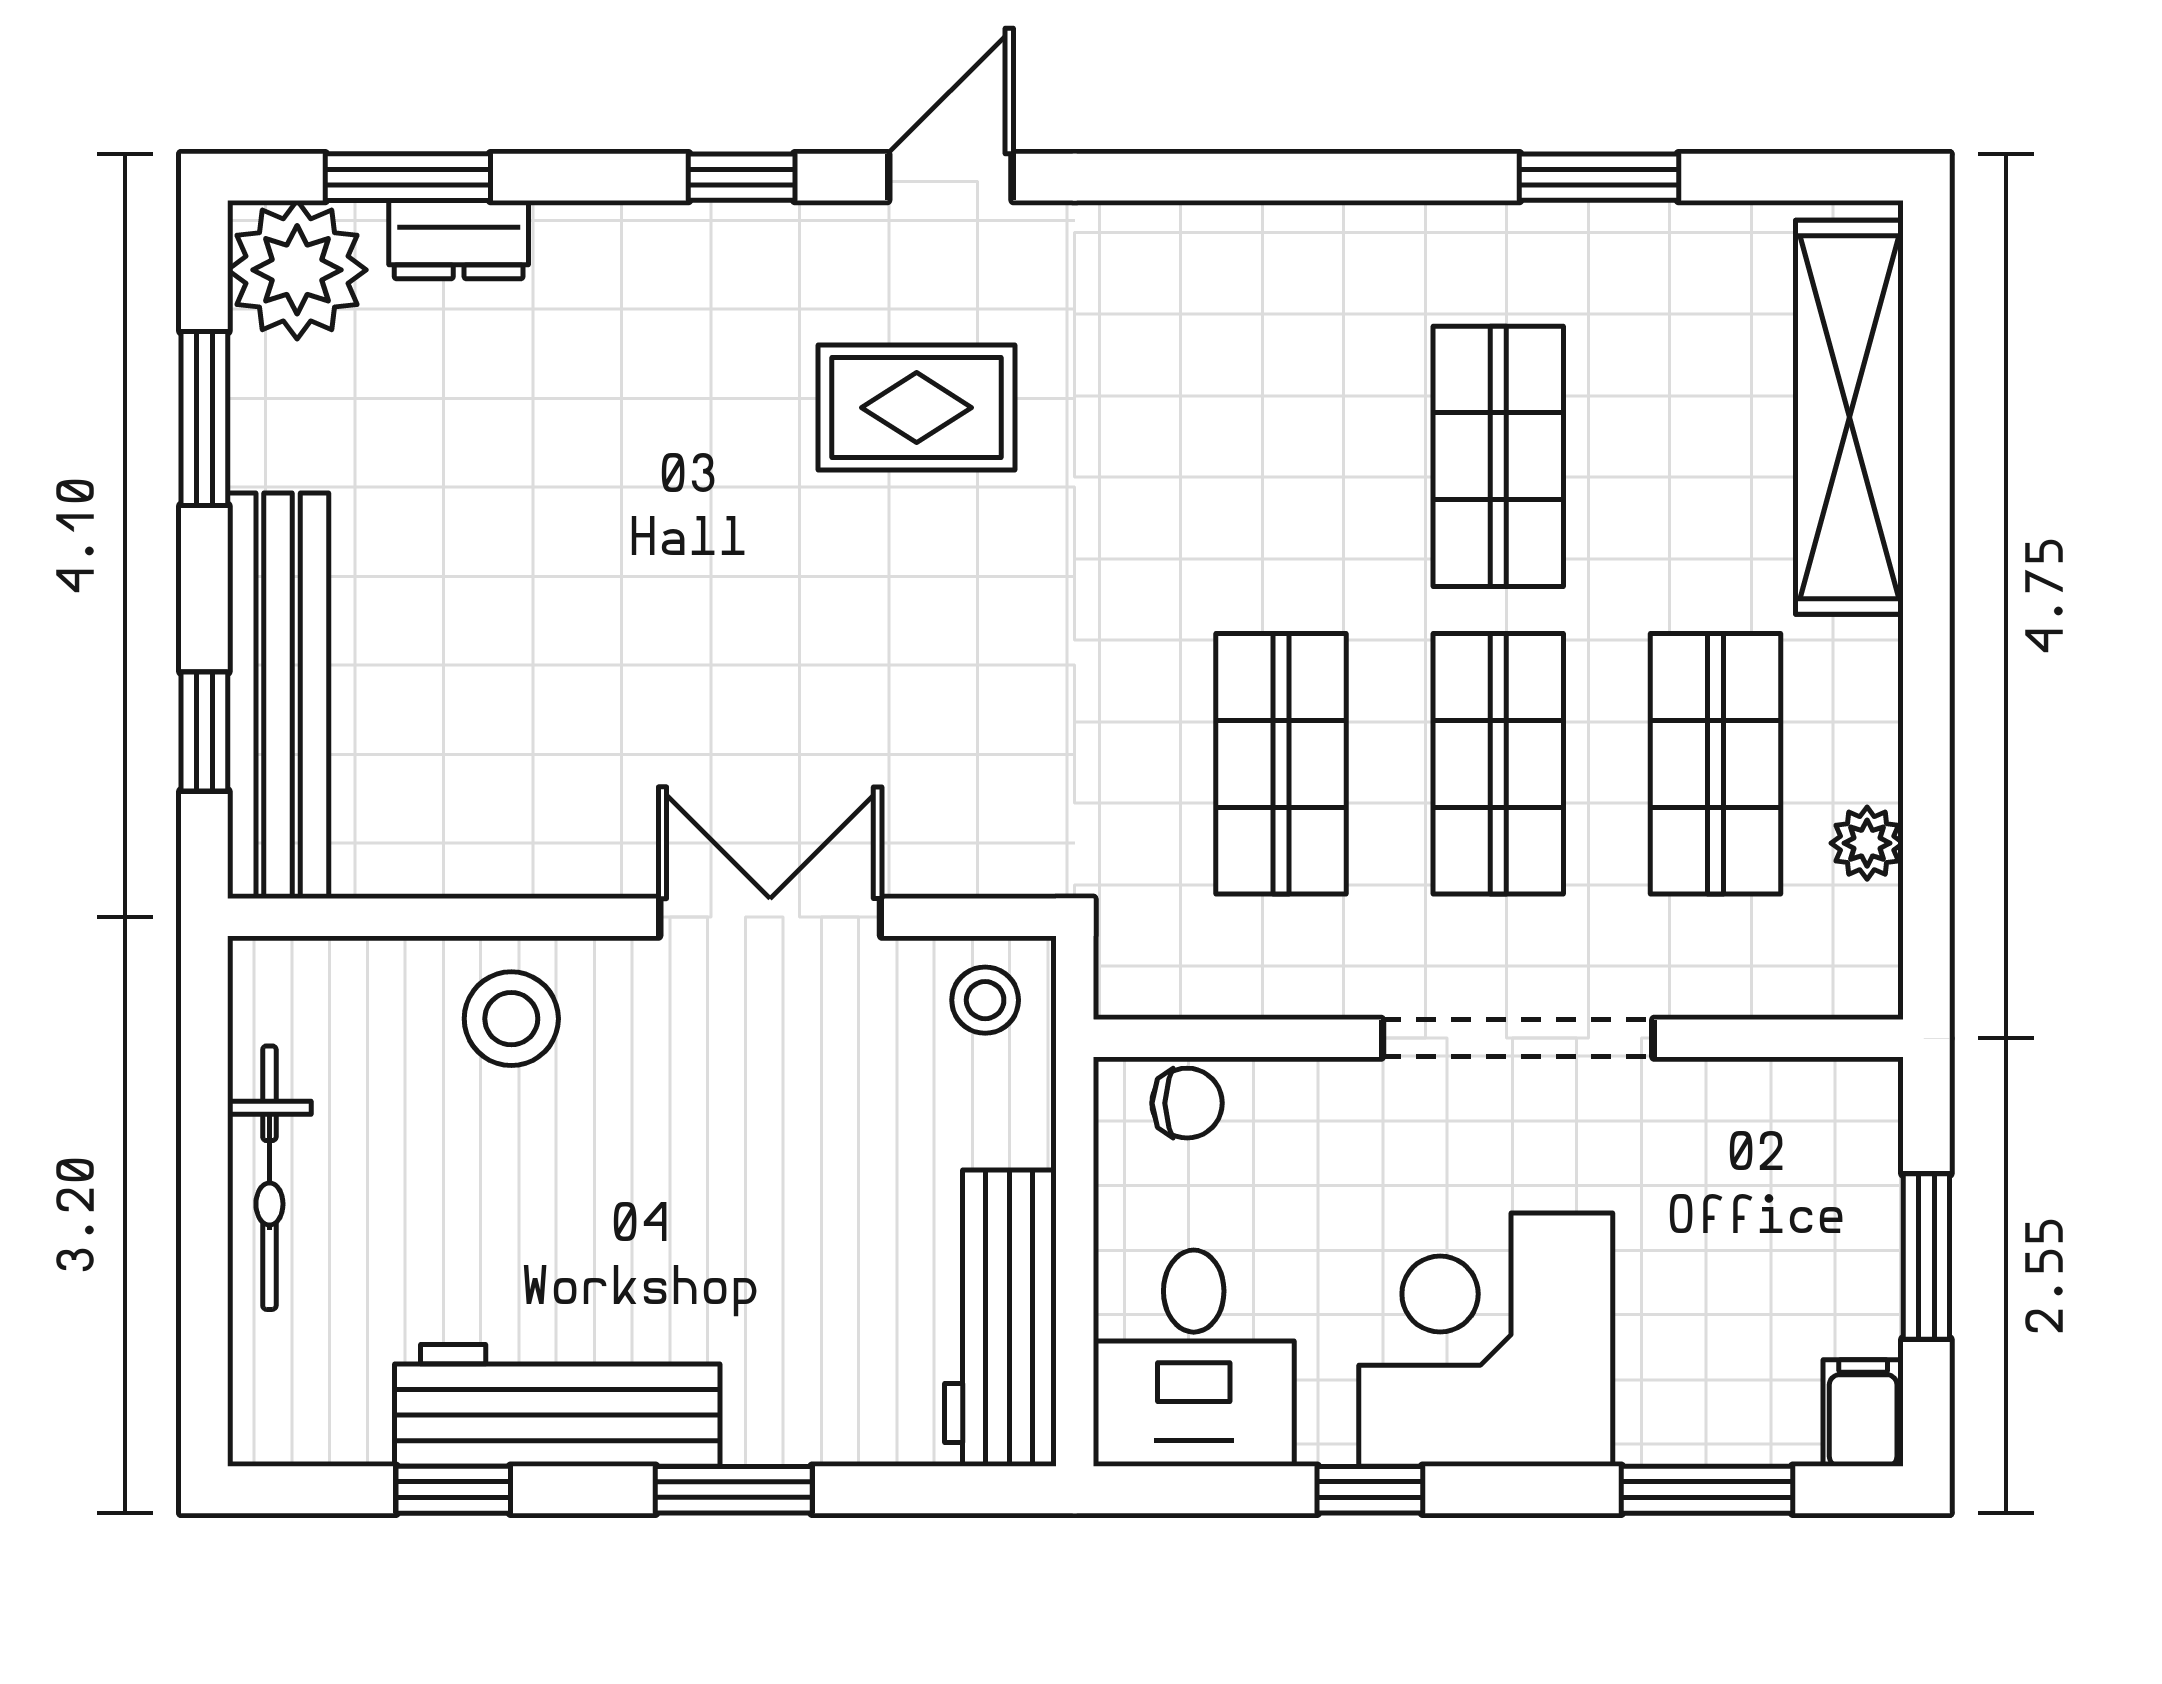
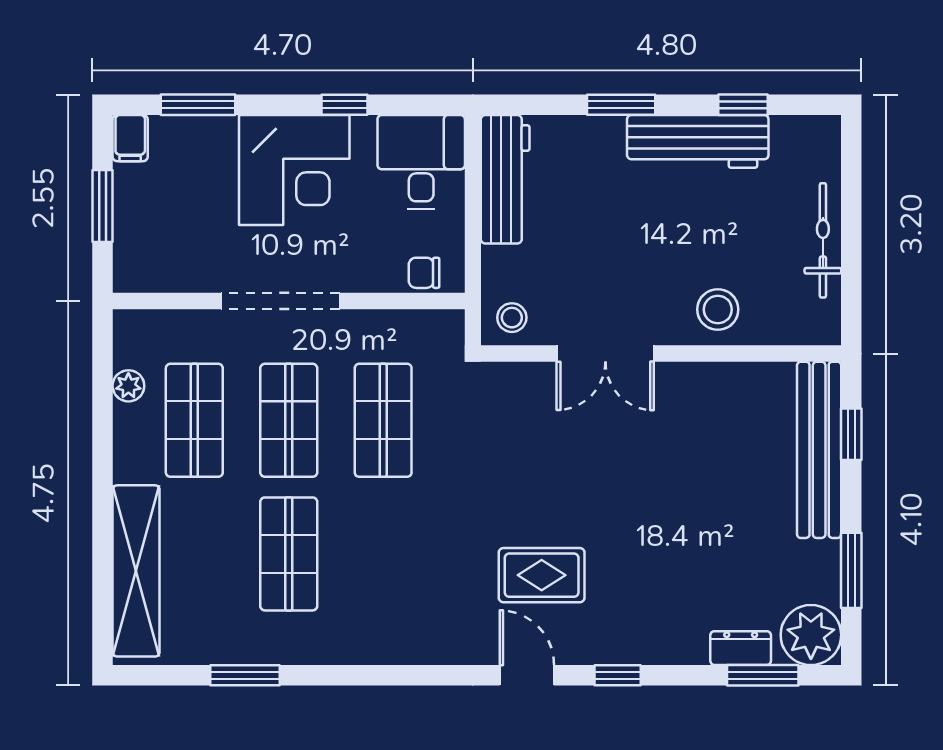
door: (950, 177) -> (527, 675), swing flipped

